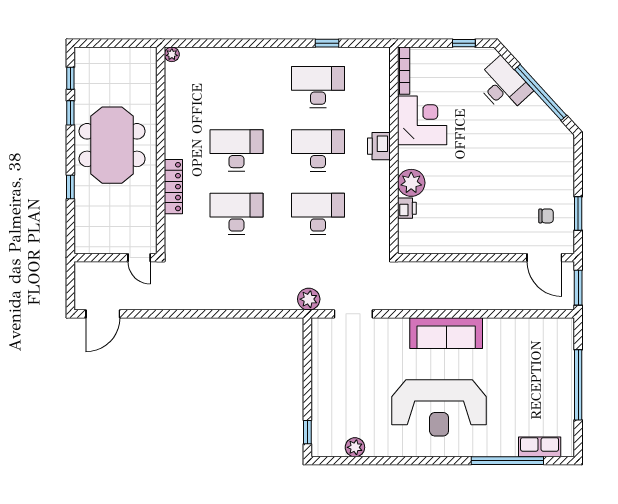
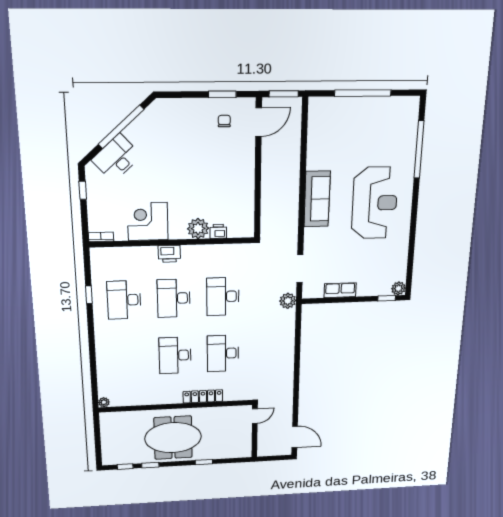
bookcase: (404, 71) -> (101, 237), width x0.64
plant: (355, 447) -> (398, 288), moved
row of seats: (540, 447) -> (340, 290), moved, turned 90

